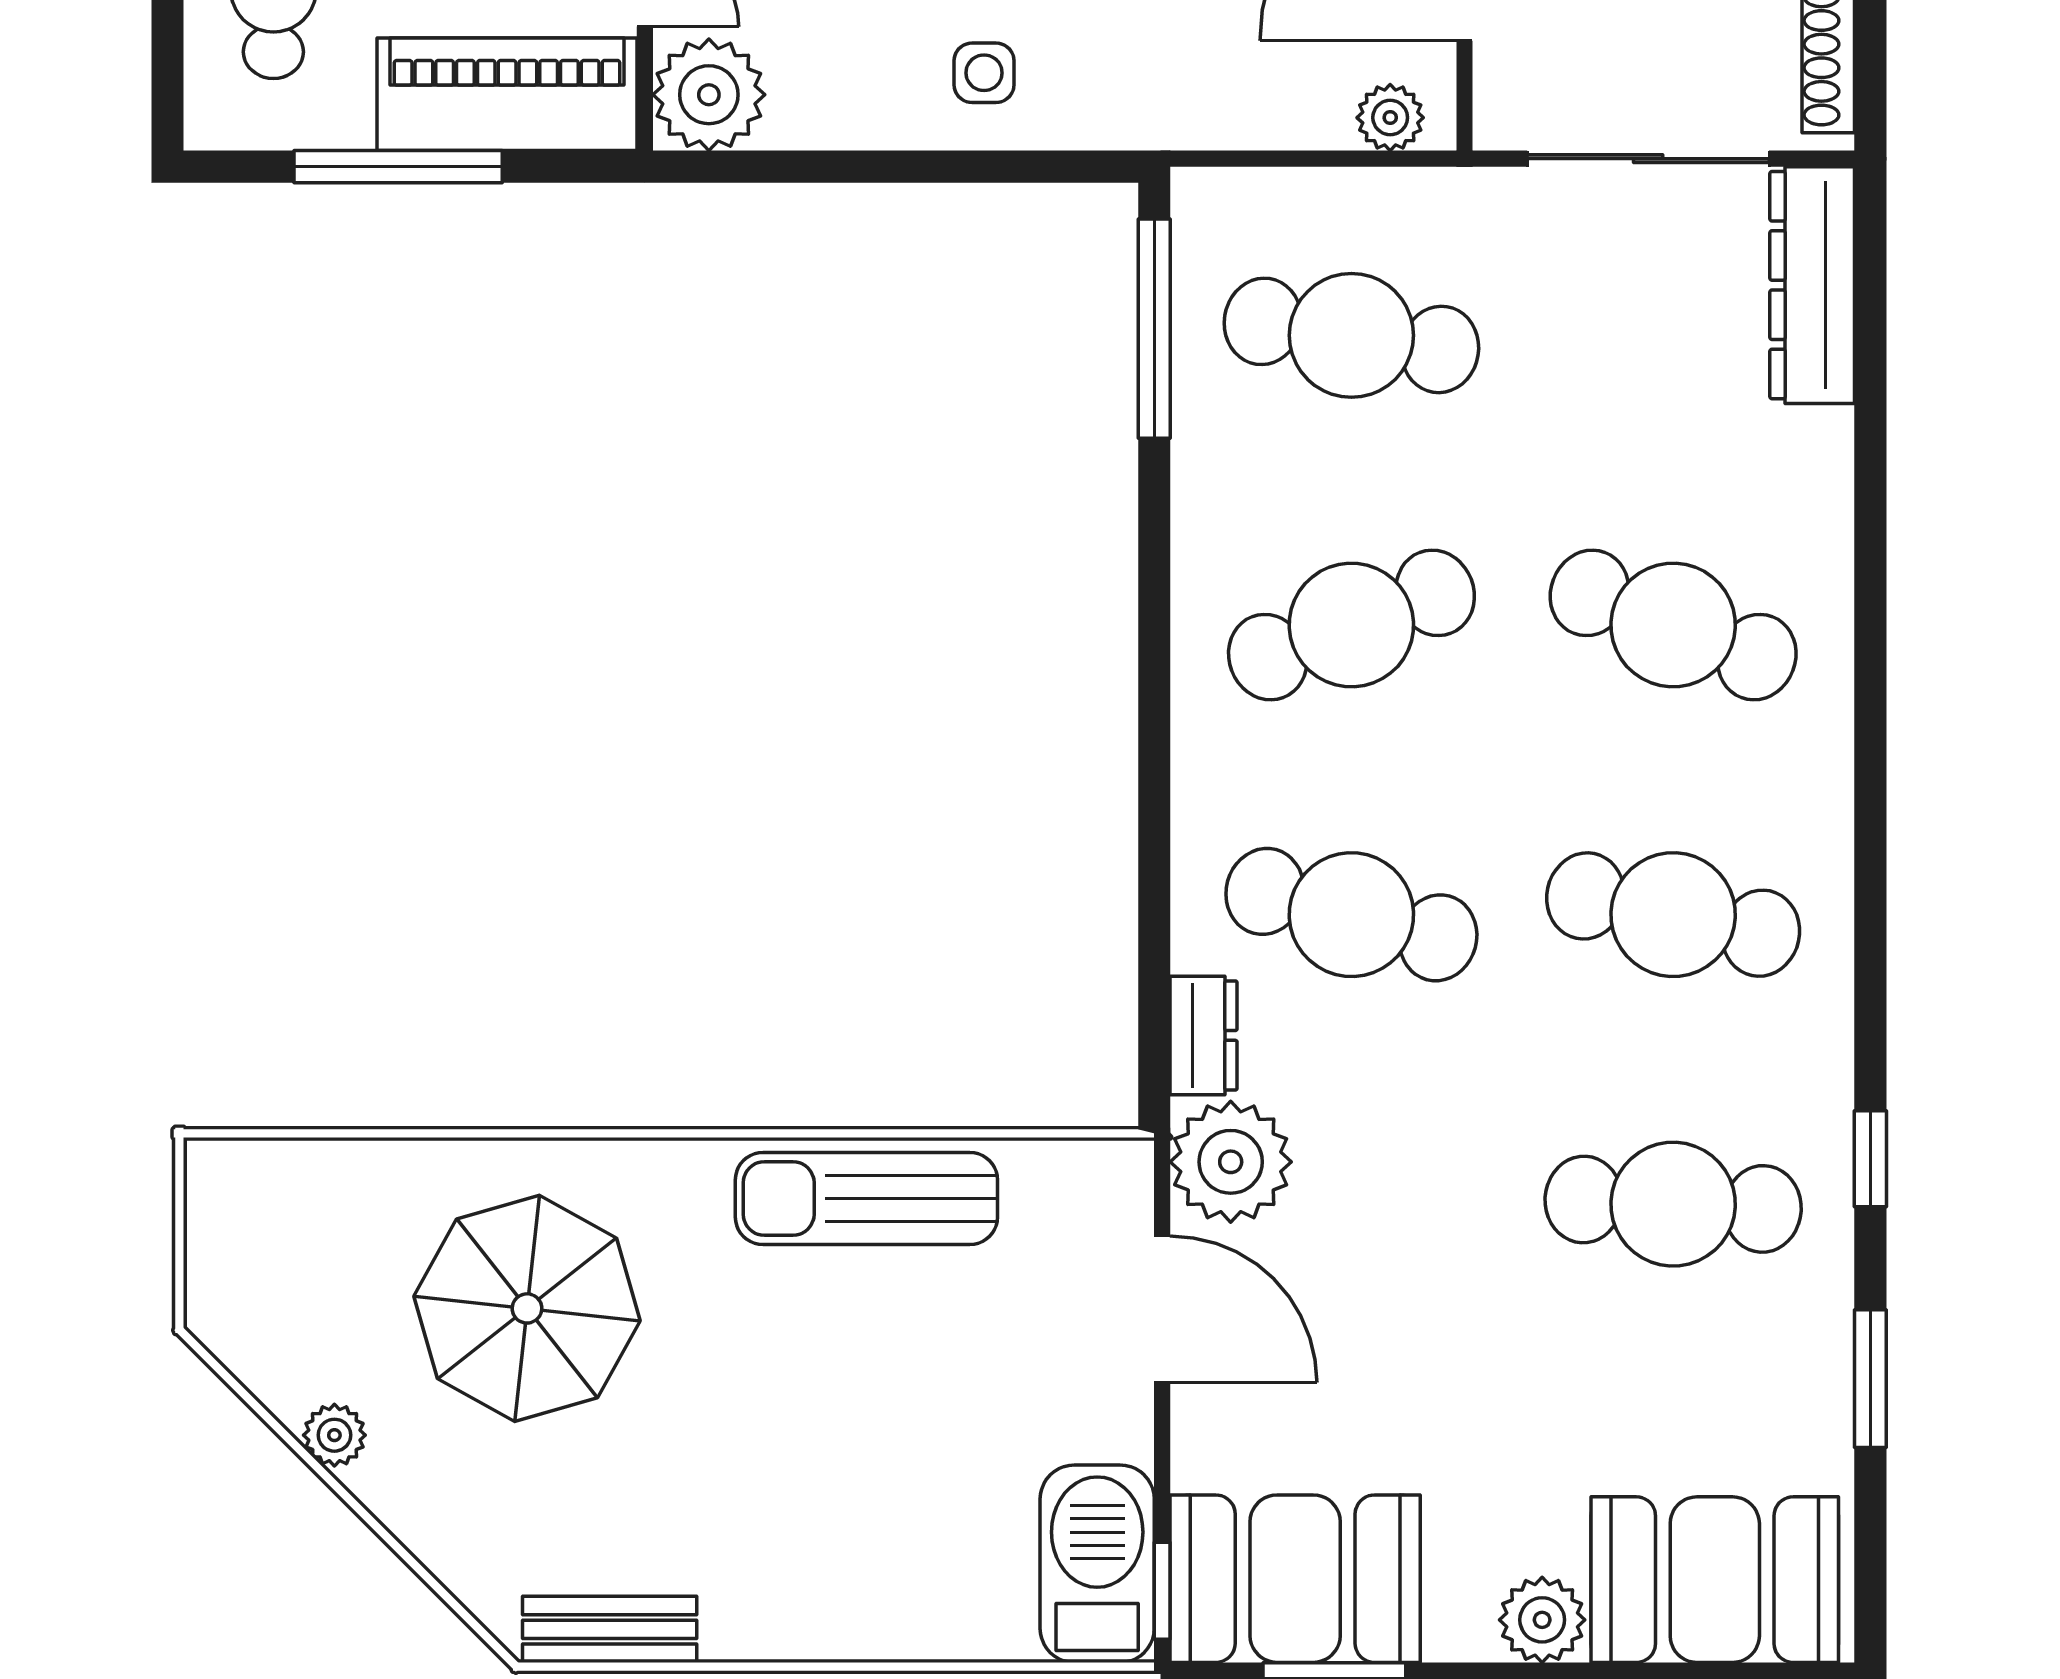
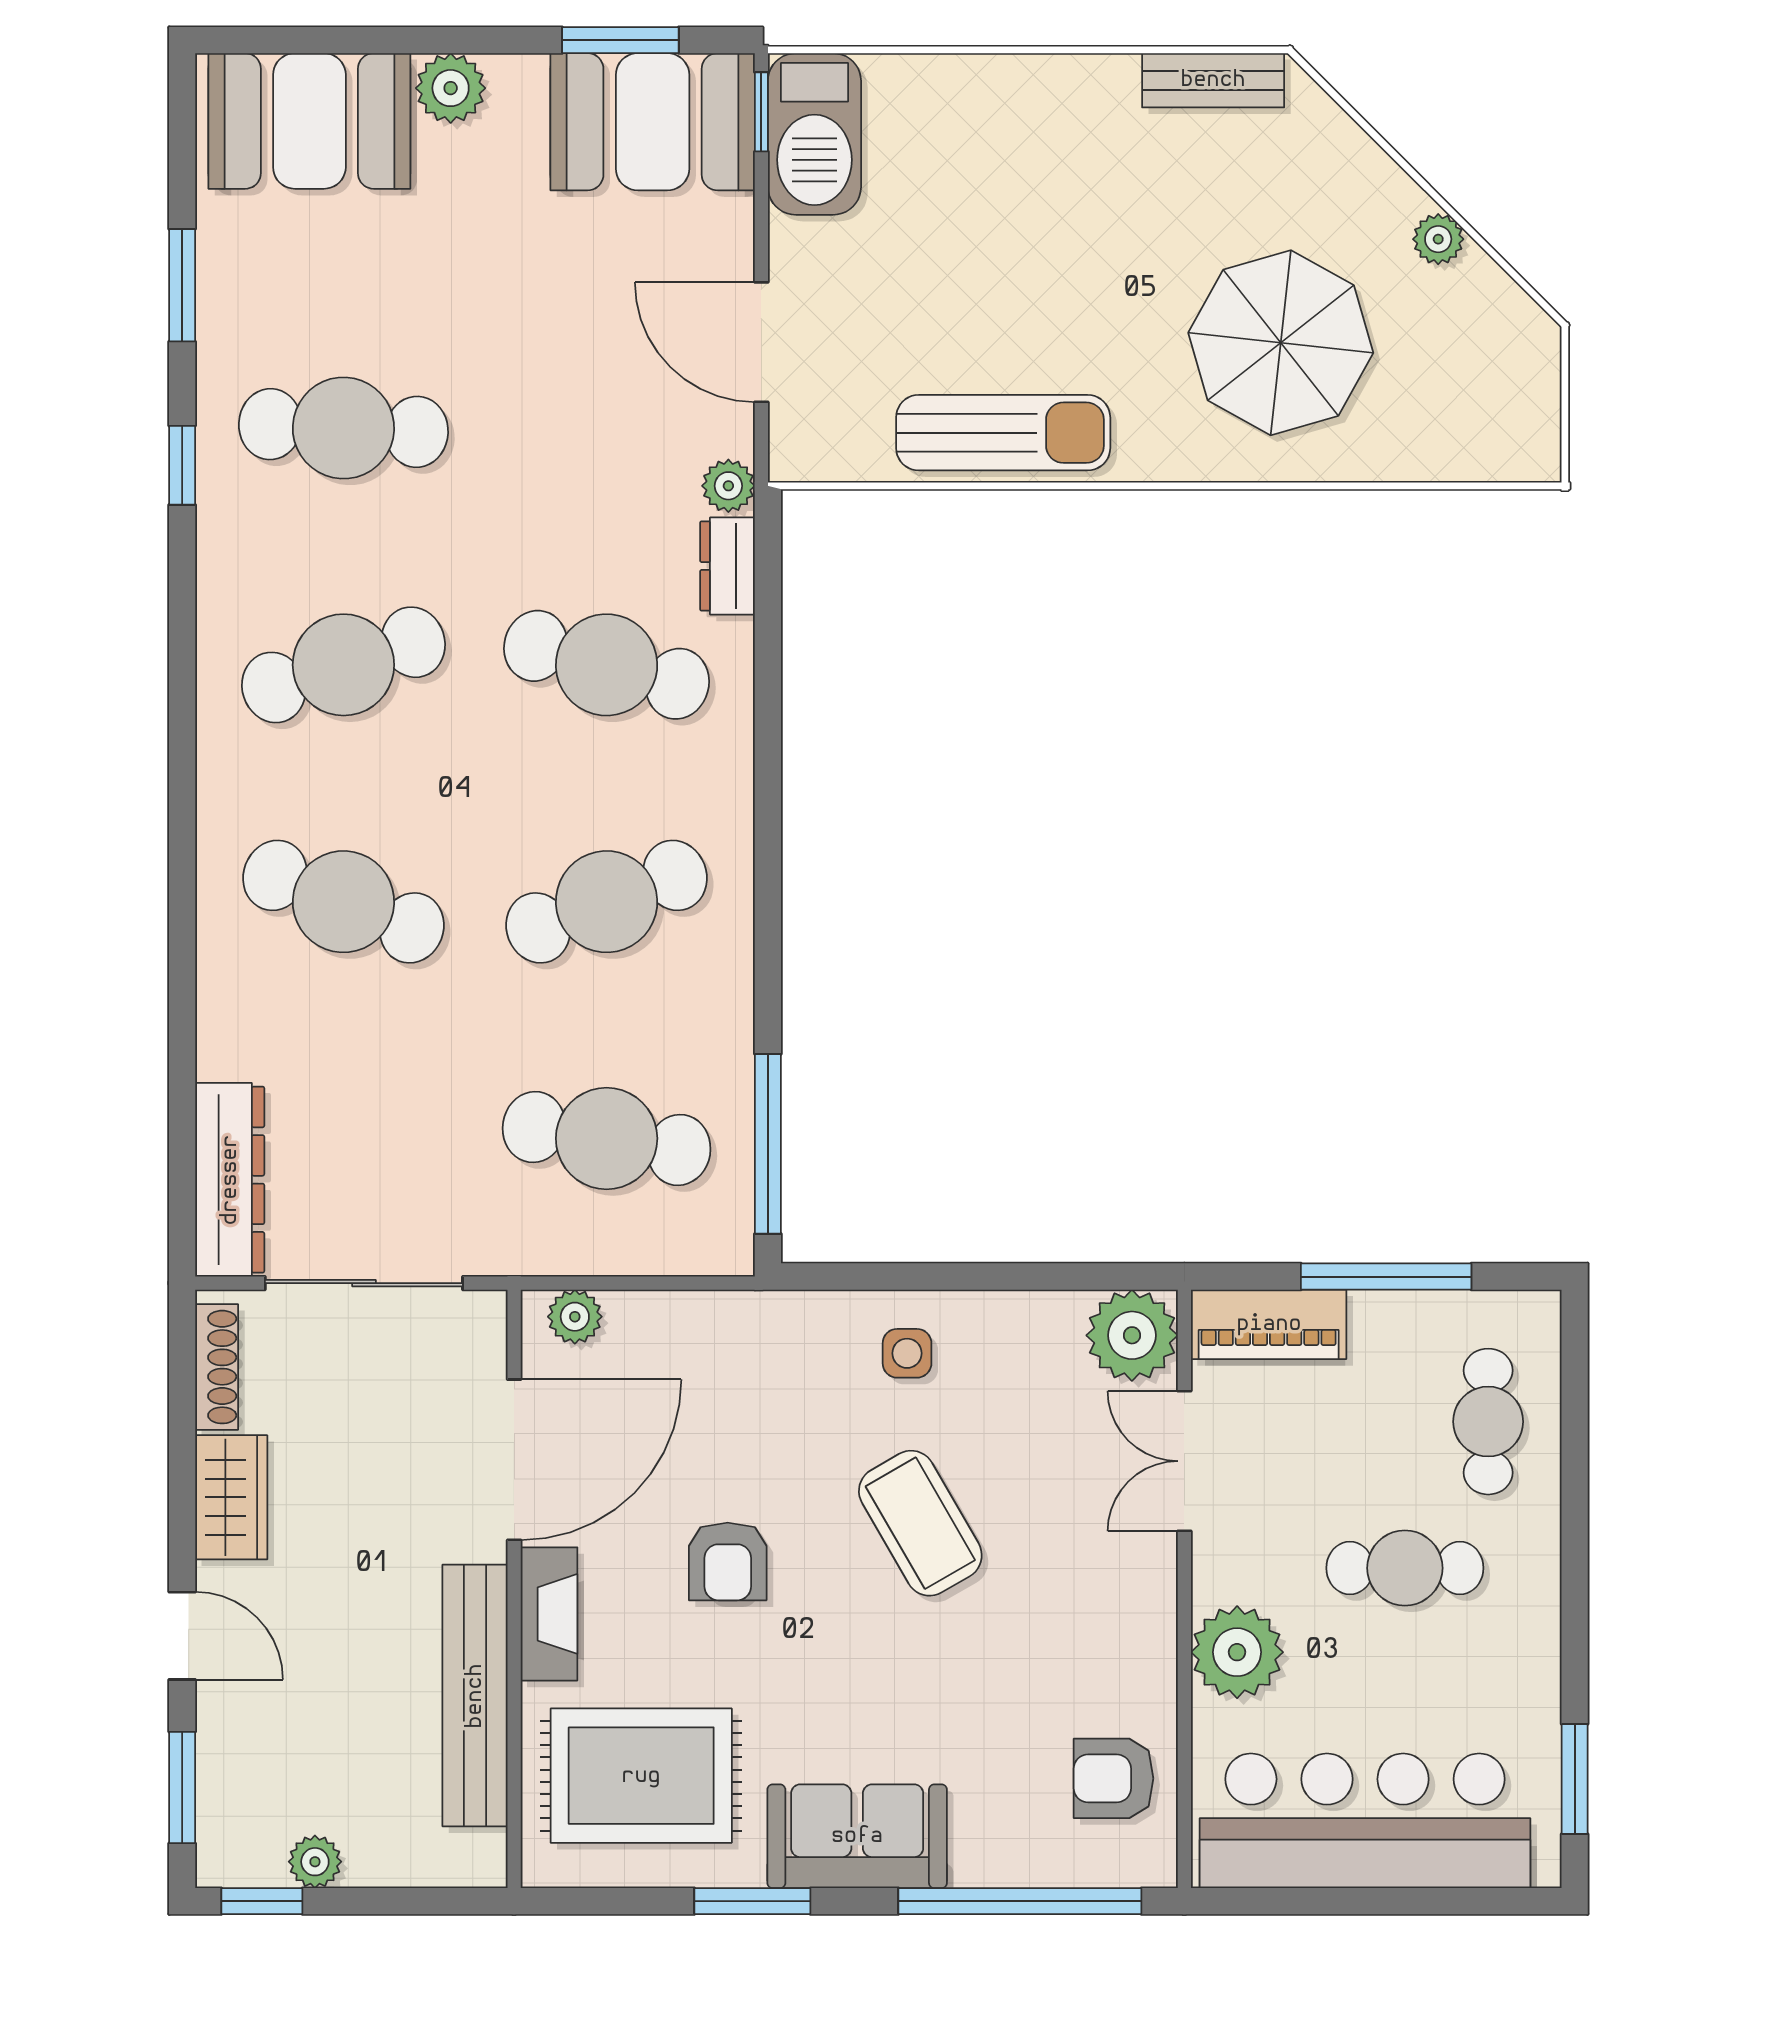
piano: (507, 94) -> (1269, 1324), width x0.73, depth x0.75
cafe table: (1673, 915) -> (343, 665), turned -30
plant: (1231, 1162) -> (728, 486), width x0.53, depth x0.53

